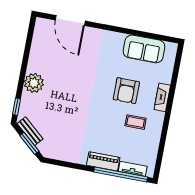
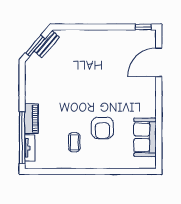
plant: (34, 83) -> (93, 39), removed
armchair: (126, 91) -> (102, 128), turned -90
fireplace: (162, 97) -> (103, 163), removed
window: (17, 107) -> (143, 27), moved

